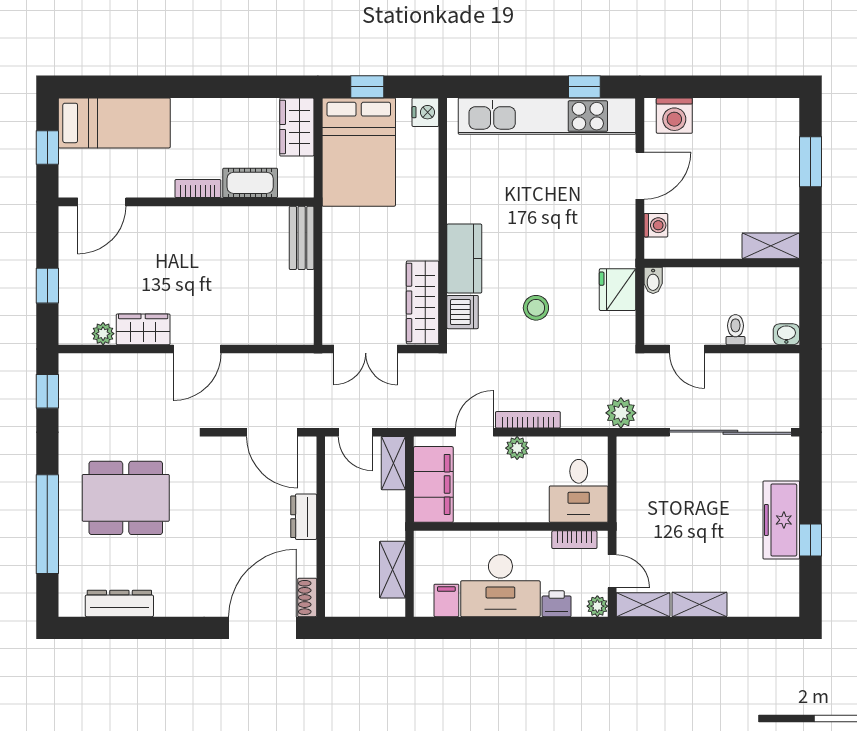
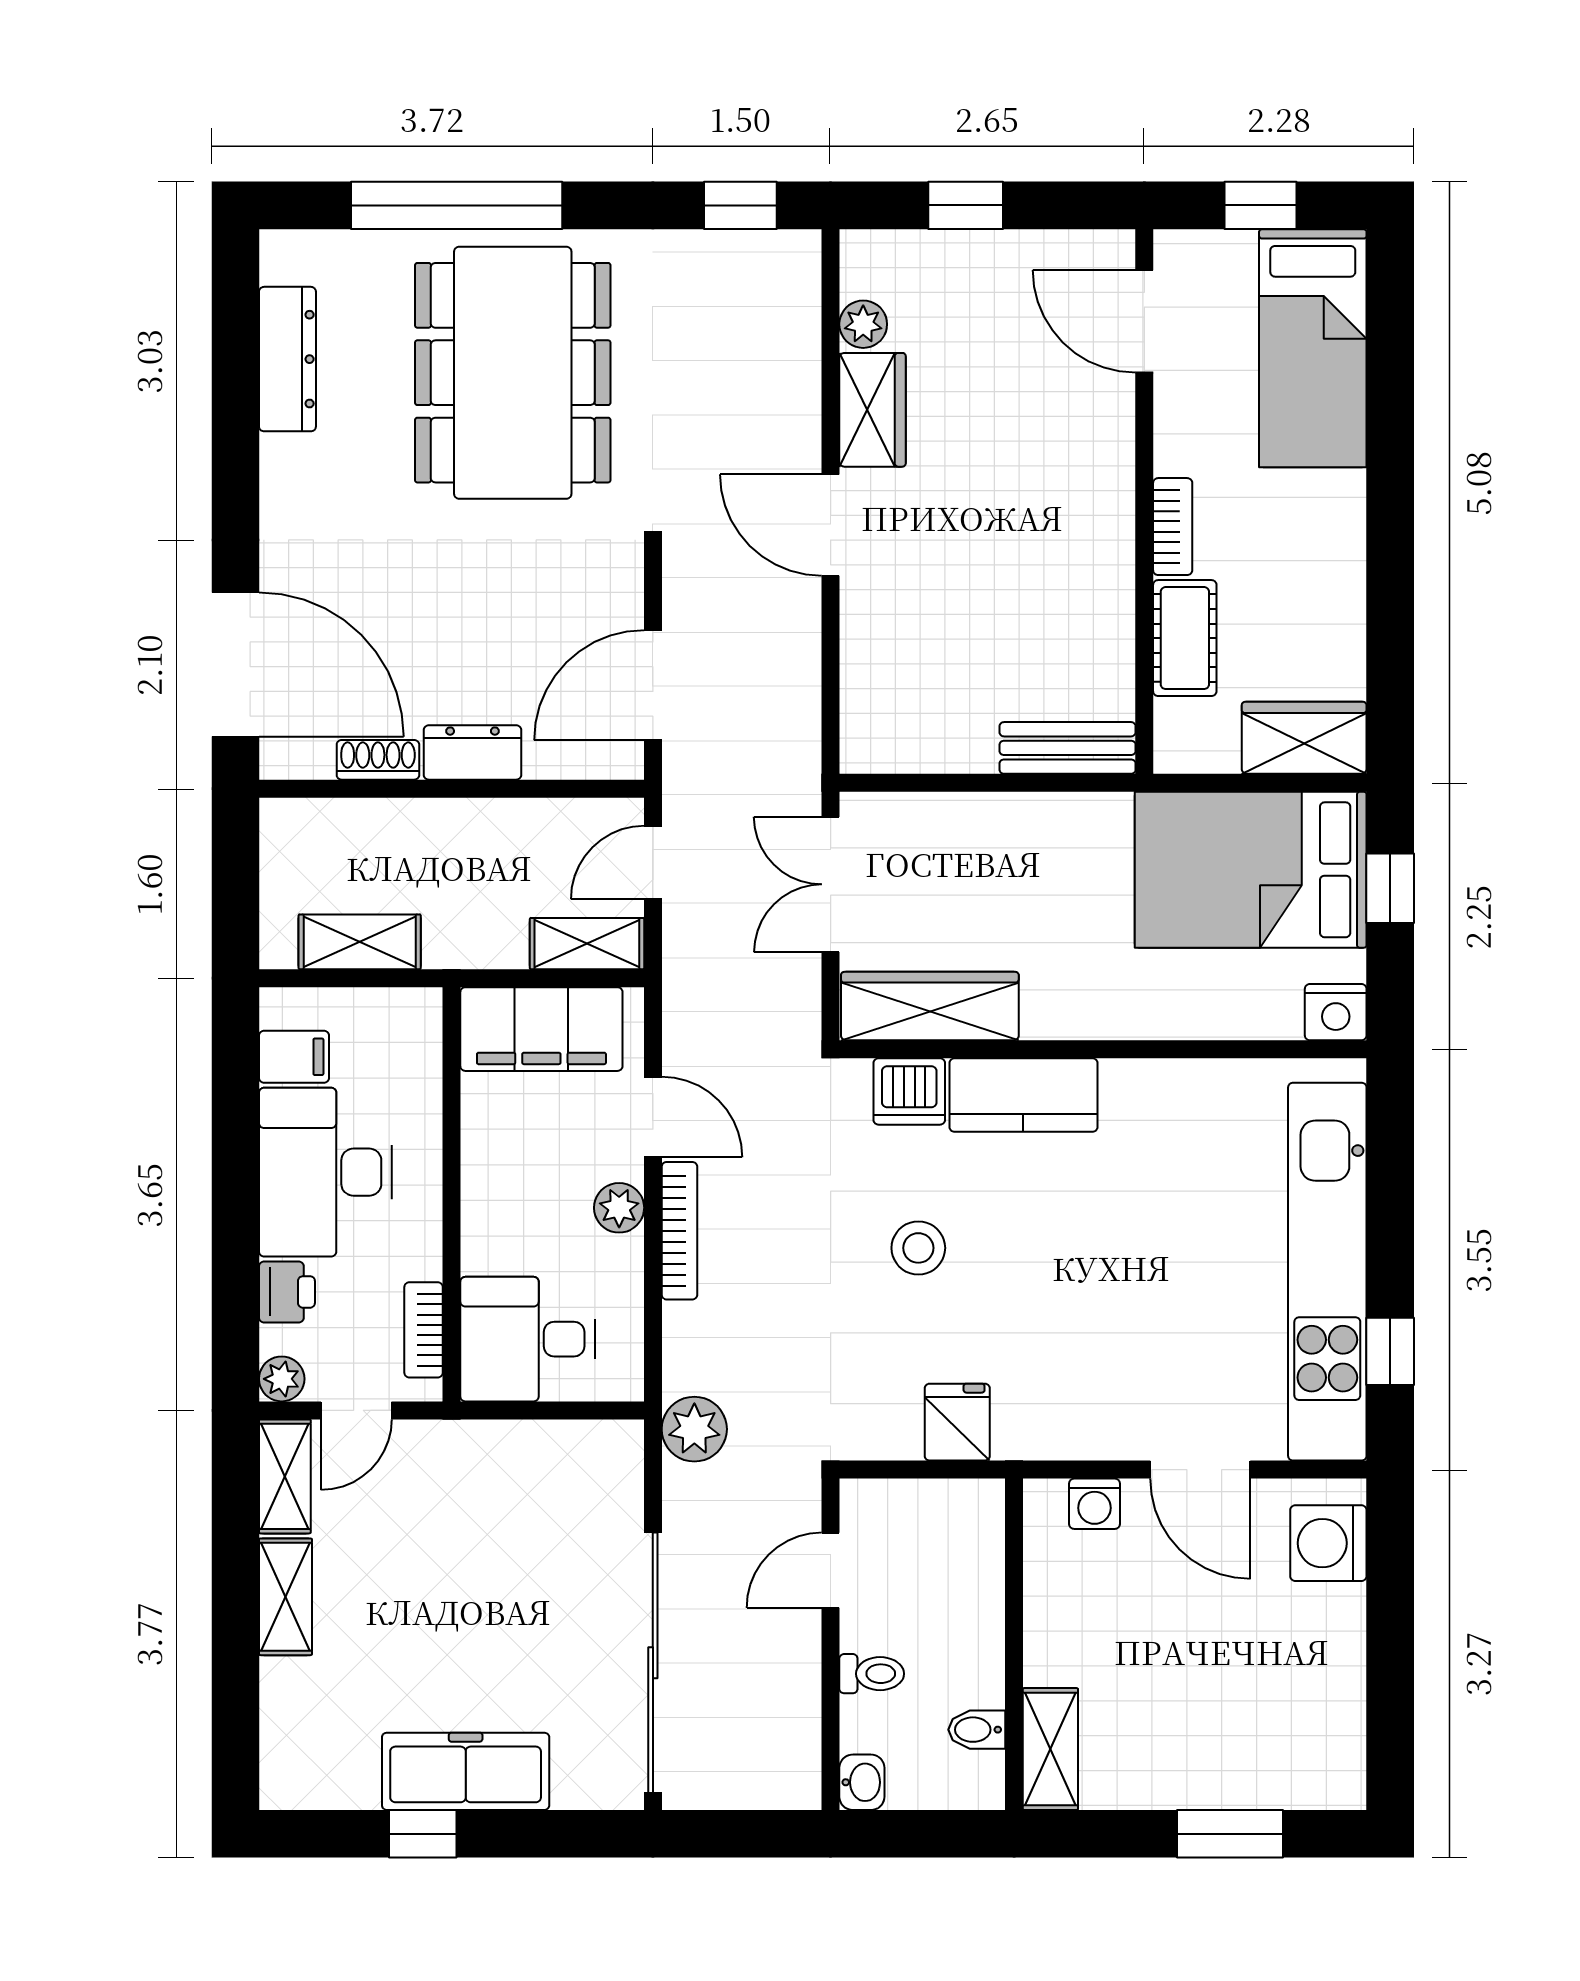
bidet: (653, 280) -> (977, 1730), moved
fridge: (618, 290) -> (957, 1422), width x0.72
dining table: (126, 498) -> (513, 373), width x1.36, depth x1.24
shoe rack: (307, 597) -> (378, 760), moved

